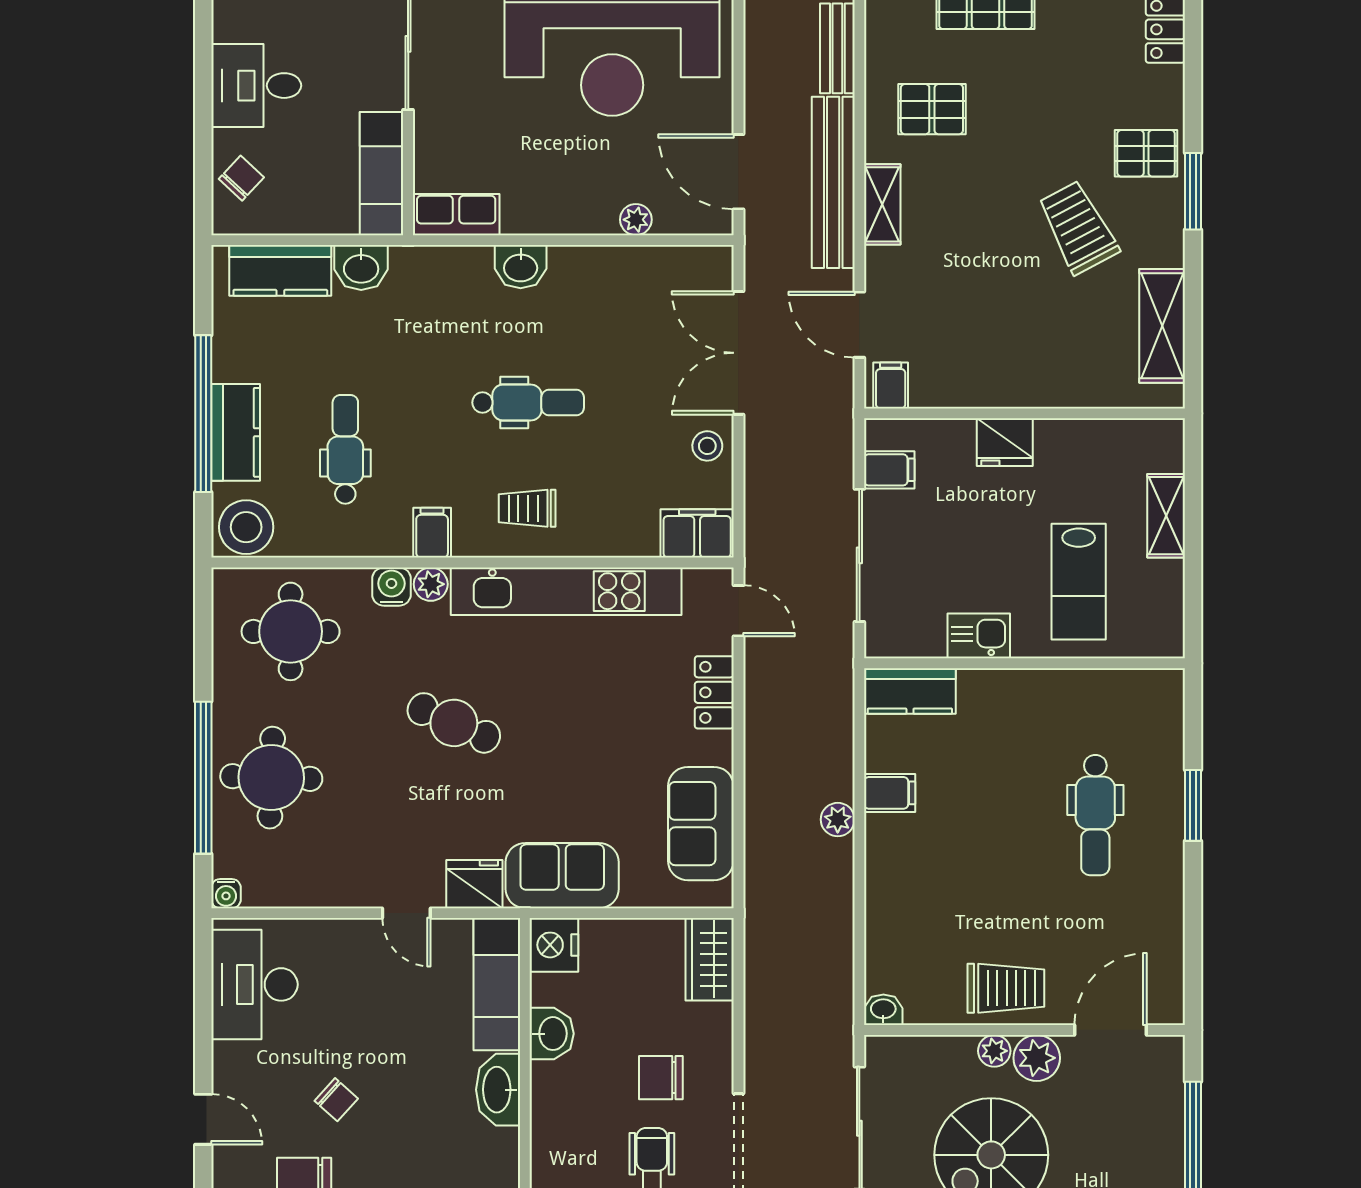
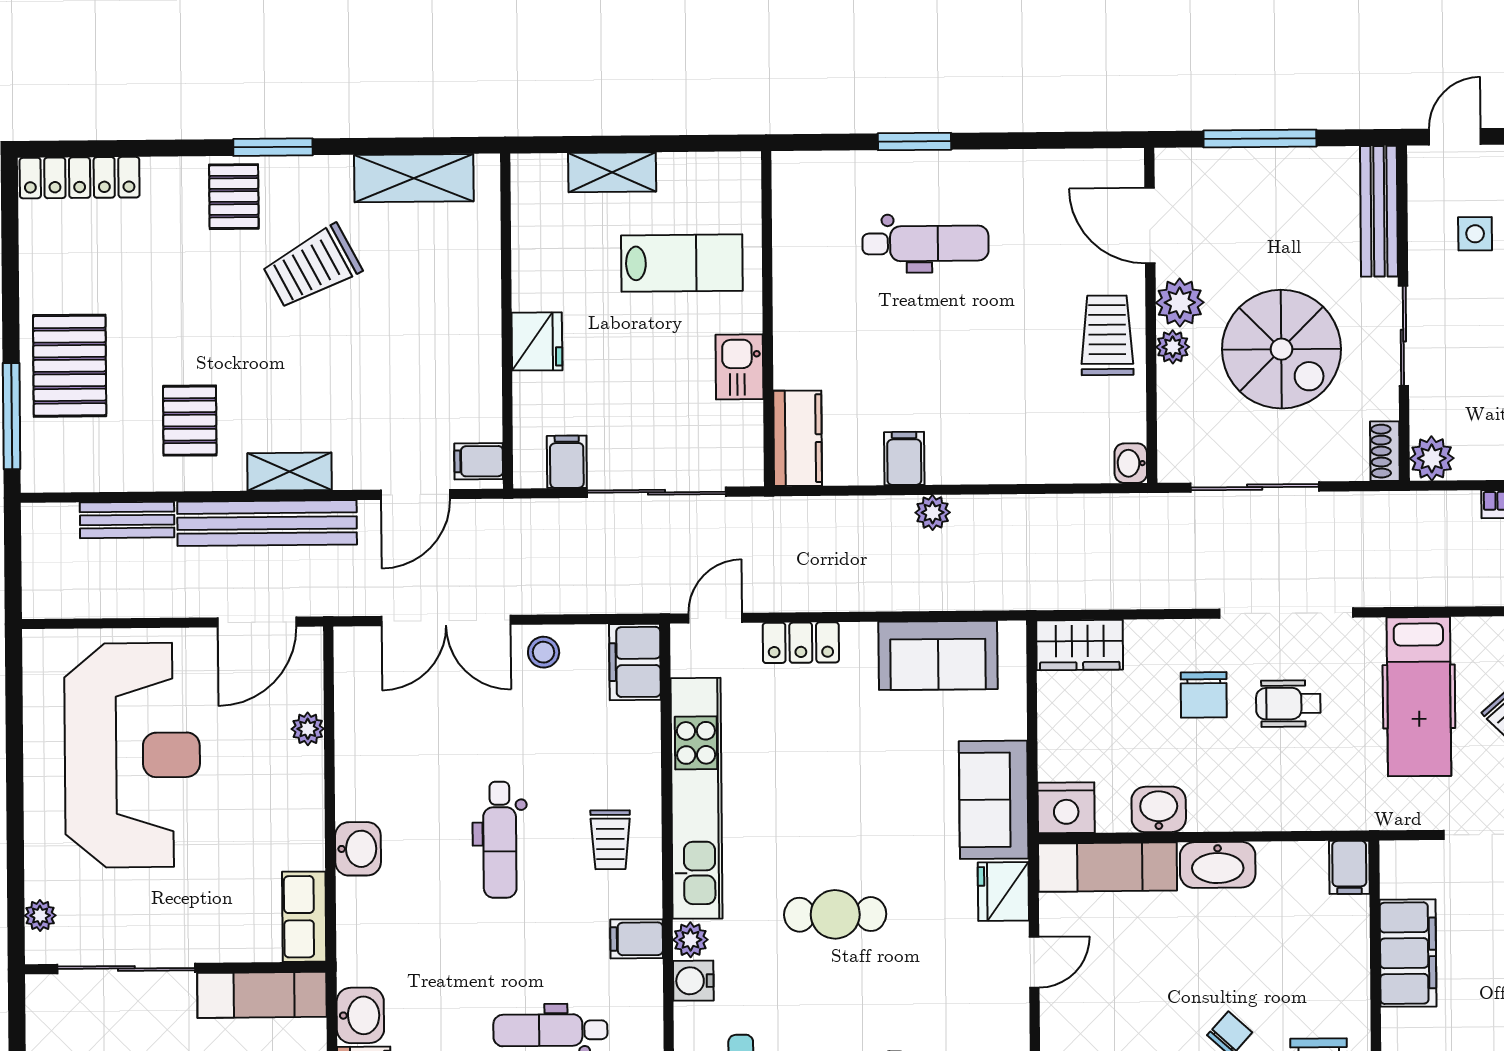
dental chair: (528, 403) -> (500, 840), turned 180
cafe table: (454, 723) -> (835, 914), turned 66

